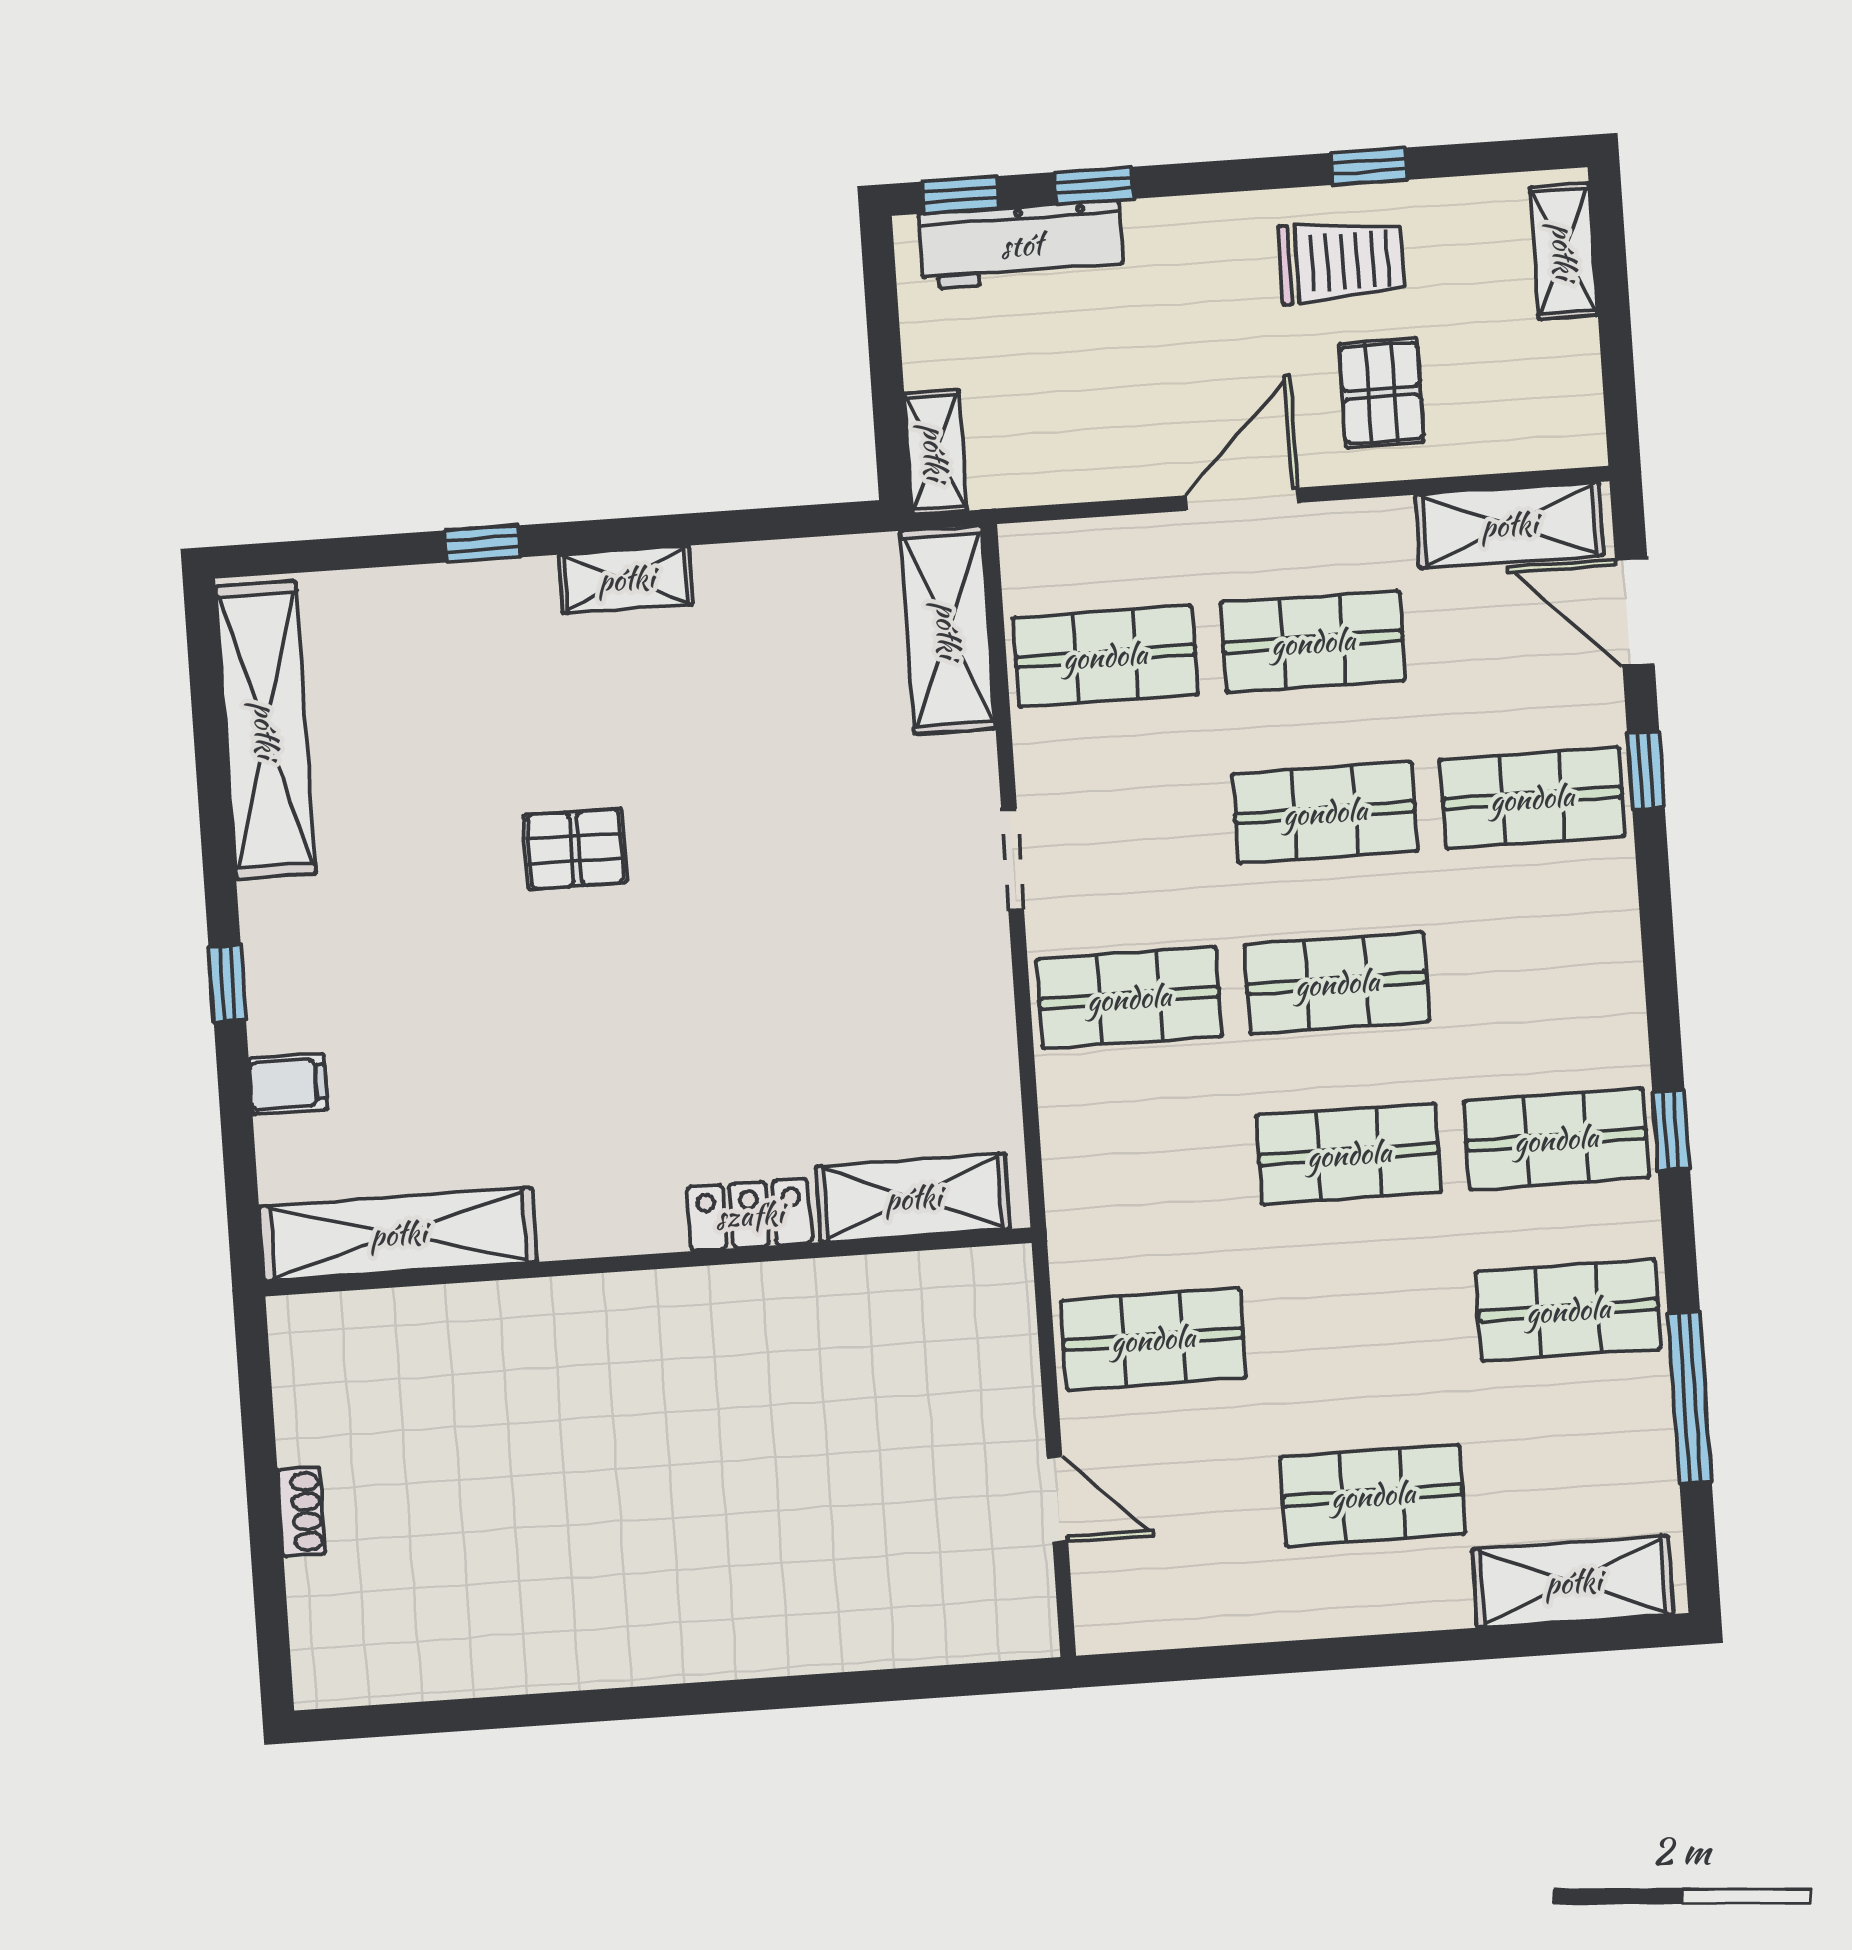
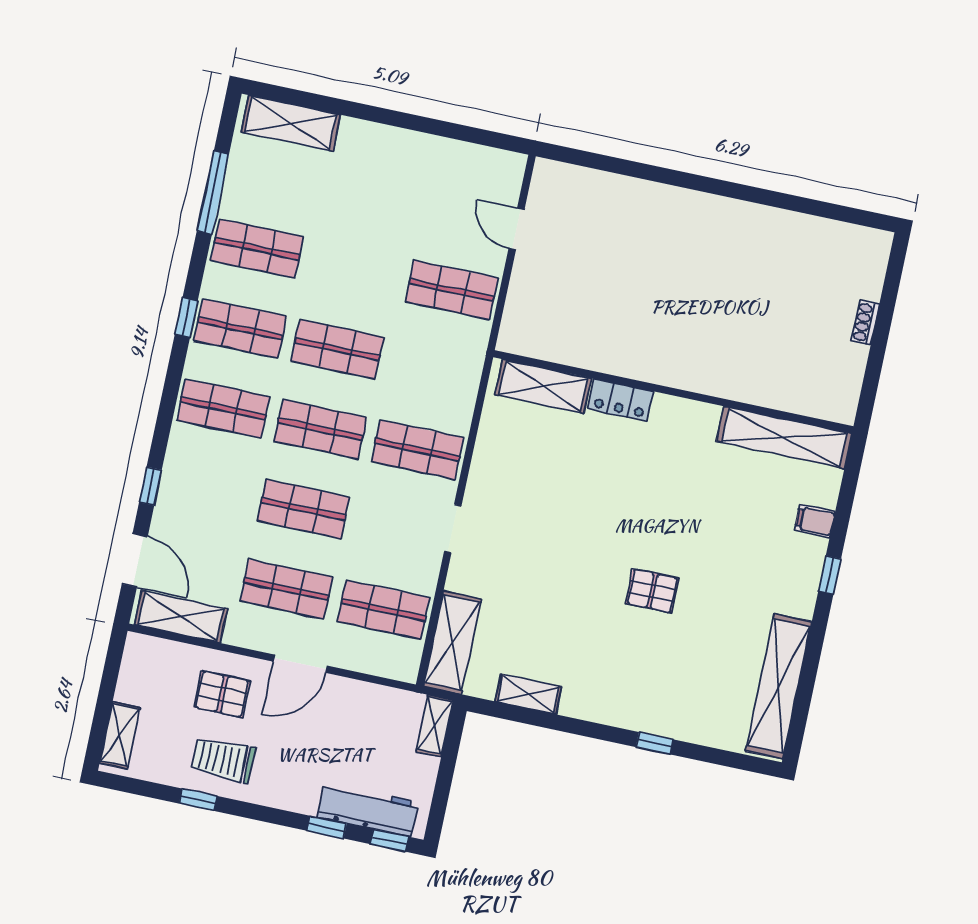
pallet: (1381, 393) -> (222, 694), turned 90
shelving: (626, 579) -> (528, 694), moved
shop shelf: (1532, 798) -> (223, 408), moved
shop shelf: (1373, 1495) -> (371, 189), removed

